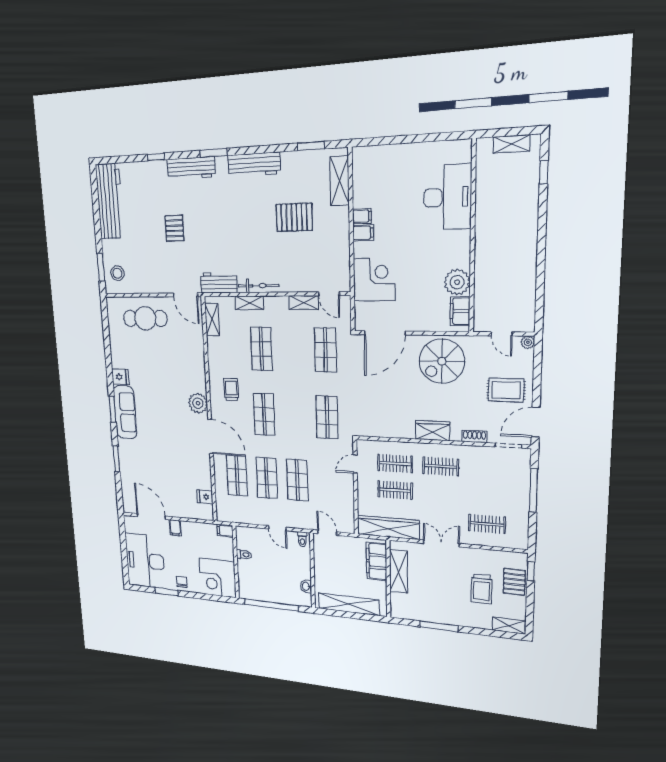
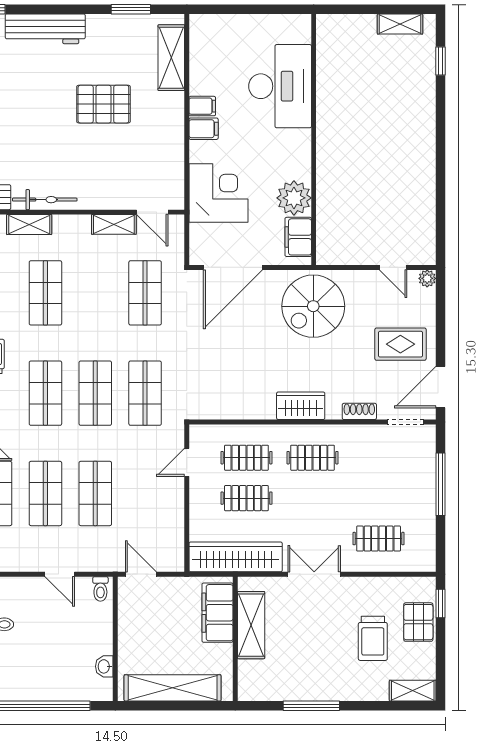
desk: (447, 197) -> (280, 86), moved
wall: (473, 237) -> (314, 139), moved
plant: (457, 282) -> (294, 198), moved
filing cabinet: (460, 311) -> (298, 237), moved
shop shelf: (295, 416) -> (95, 393), added

